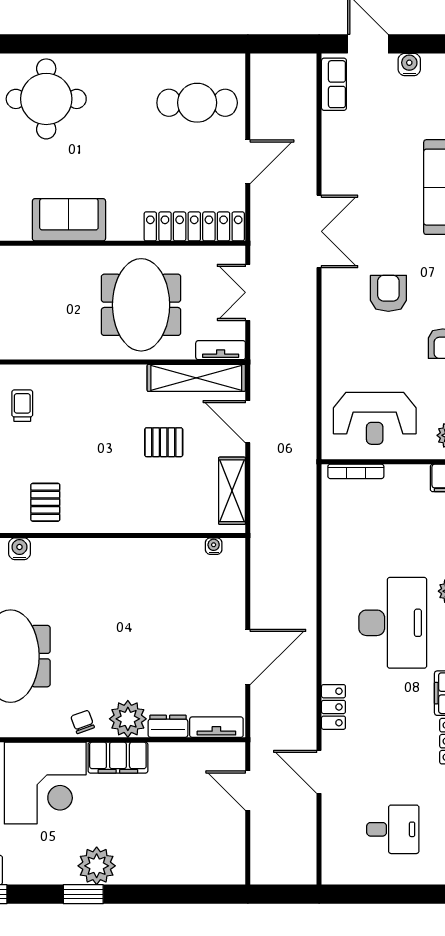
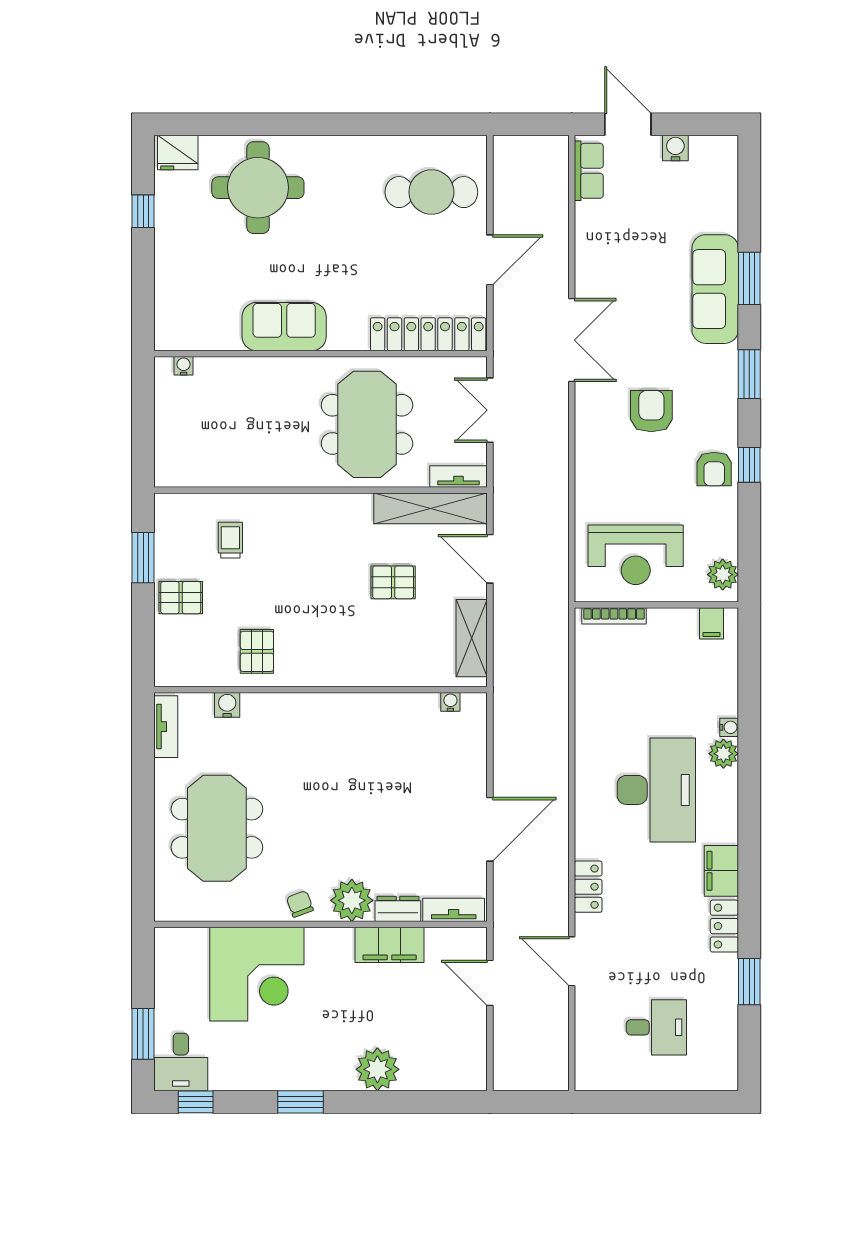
filing cabinet: (118, 758) -> (390, 945), moved
plant: (97, 866) -> (377, 1069), moved

